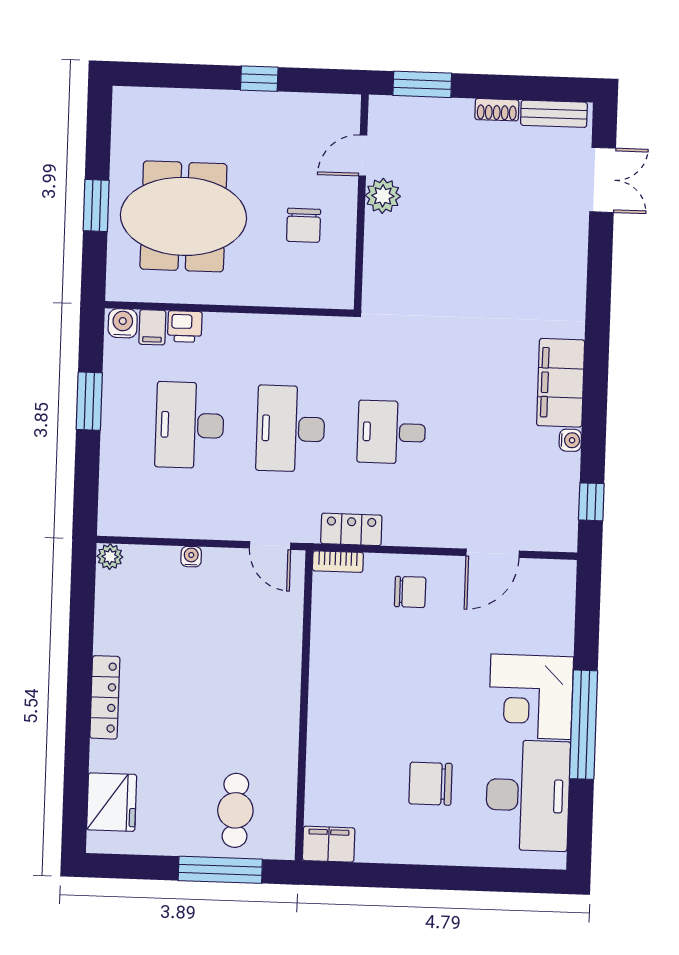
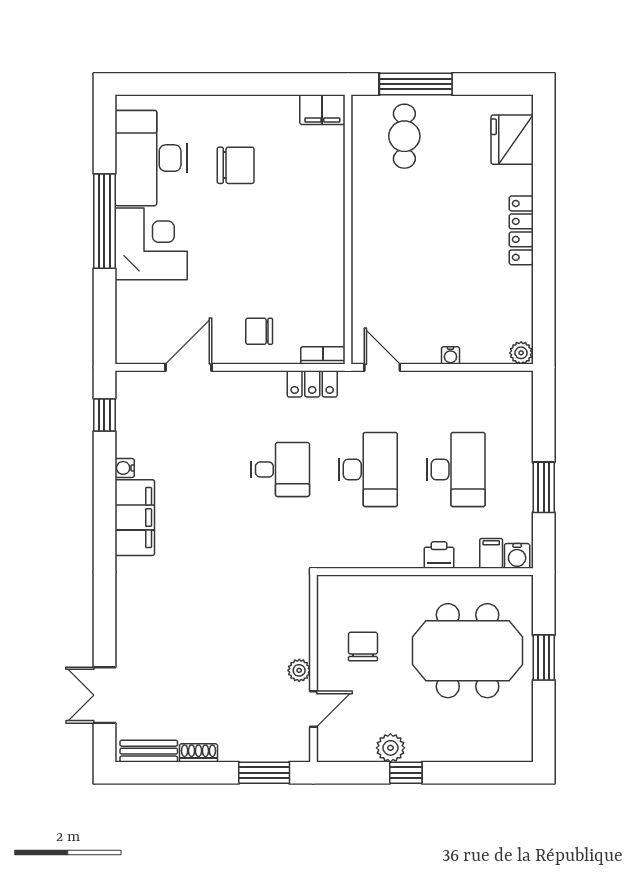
plant: (276, 108) -> (390, 748), added
plant: (383, 196) -> (299, 670), width x0.73, depth x0.73
printer: (185, 327) -> (439, 555), moved

